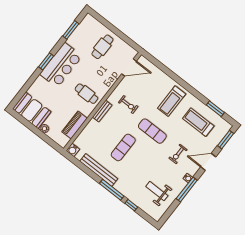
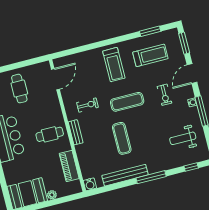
treadmill: (198, 122) -> (150, 55), turned 180
window: (131, 205) -> (191, 167), moved

